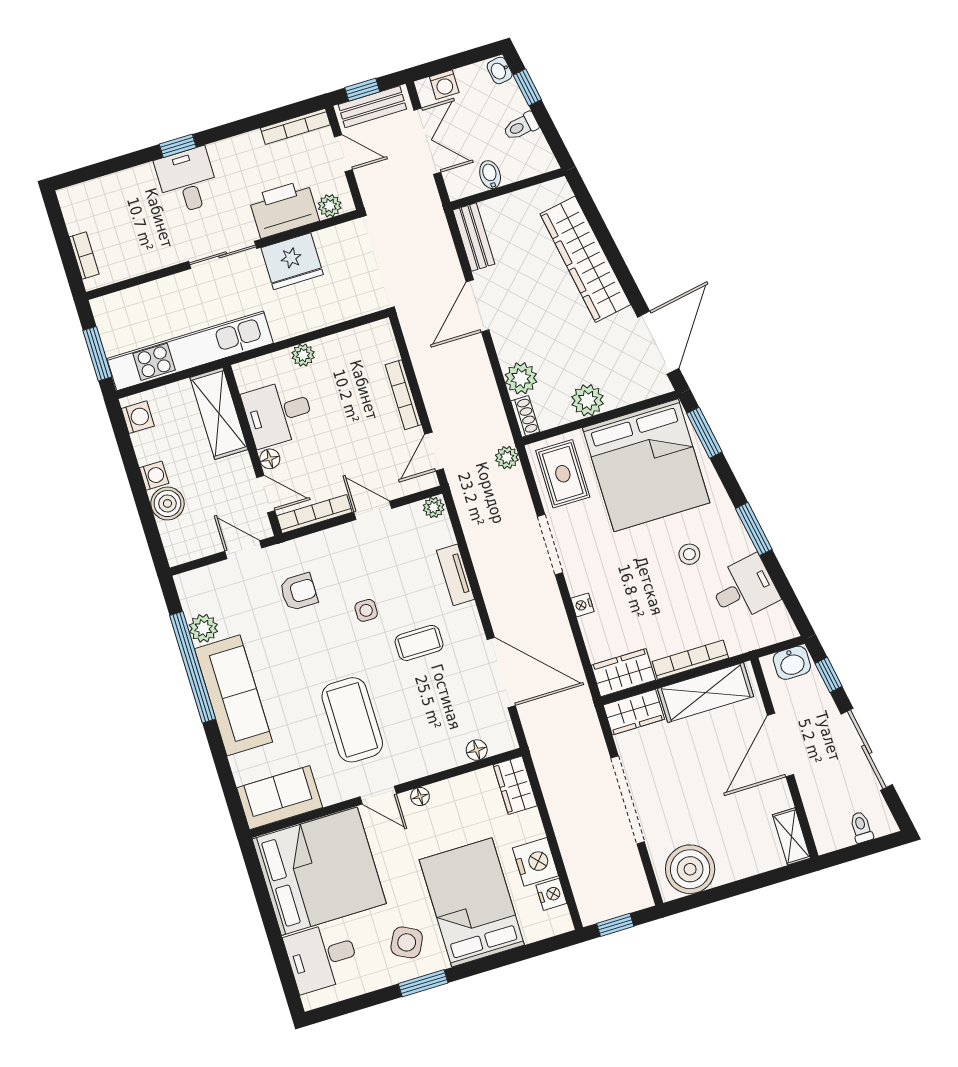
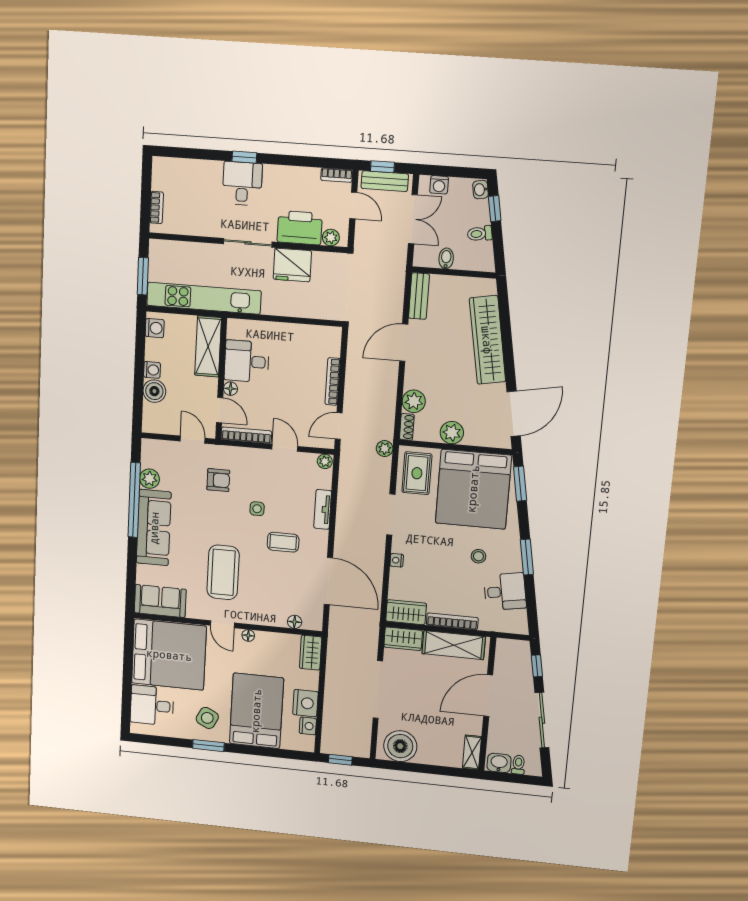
bookcase: (295, 126) -> (337, 175), width x0.64
plant: (303, 355) -> (277, 330), removed
washbasin: (792, 663) -> (499, 763), moved, turned 180

